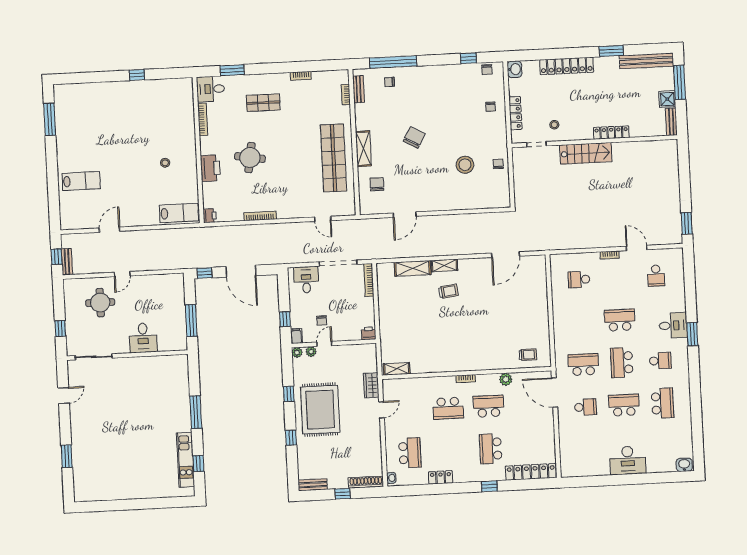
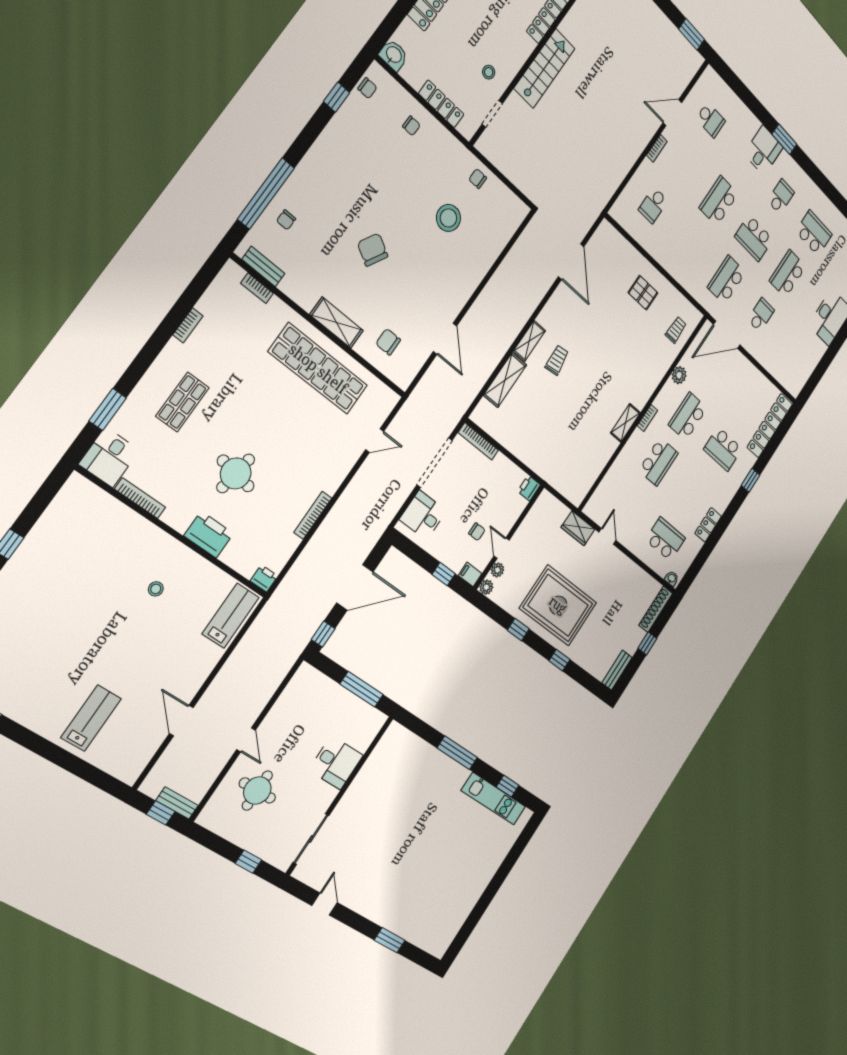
pallet: (529, 315) -> (643, 293), added
shelving: (397, 369) -> (625, 423), moved

